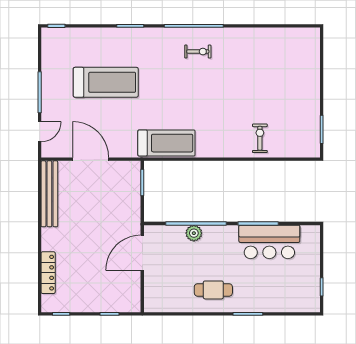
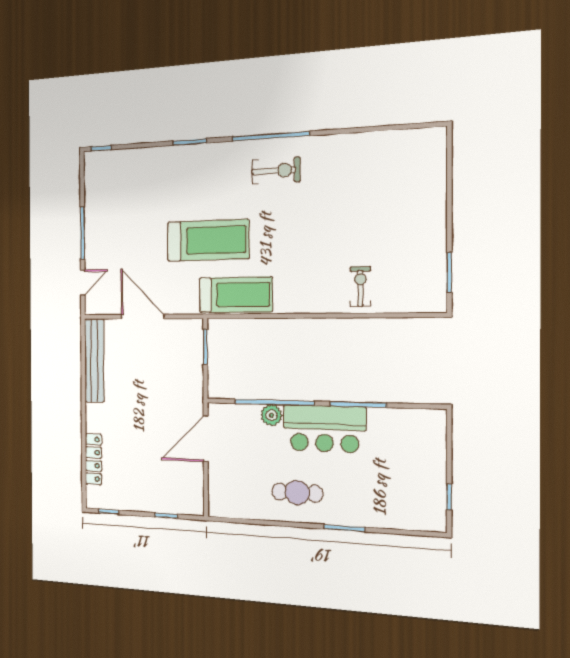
exercise bike: (198, 52) -> (276, 171), width x1.38, depth x1.39
treadmill: (106, 82) -> (208, 240), moved
bar counter: (269, 242) -> (324, 429), moved

